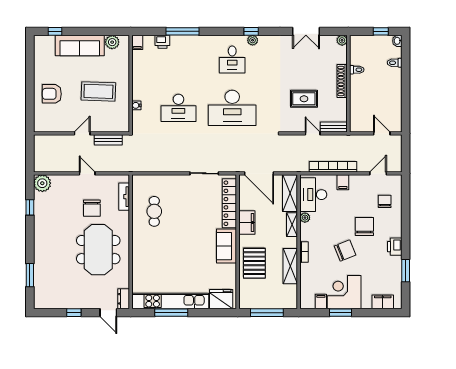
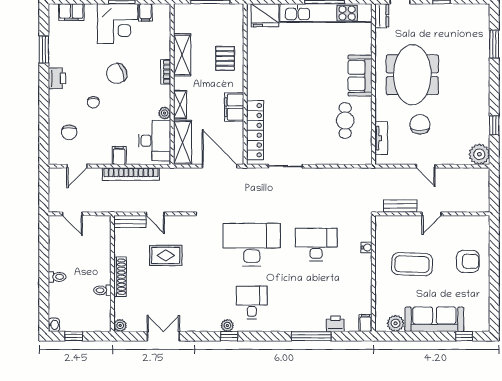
toilet: (395, 63) -> (57, 277), moved
chair: (364, 227) -> (93, 102), width x0.54, depth x0.54
sofa: (227, 246) -> (360, 76), moved, turned 180
pallet: (254, 263) -> (225, 58), width x0.67, depth x0.71

